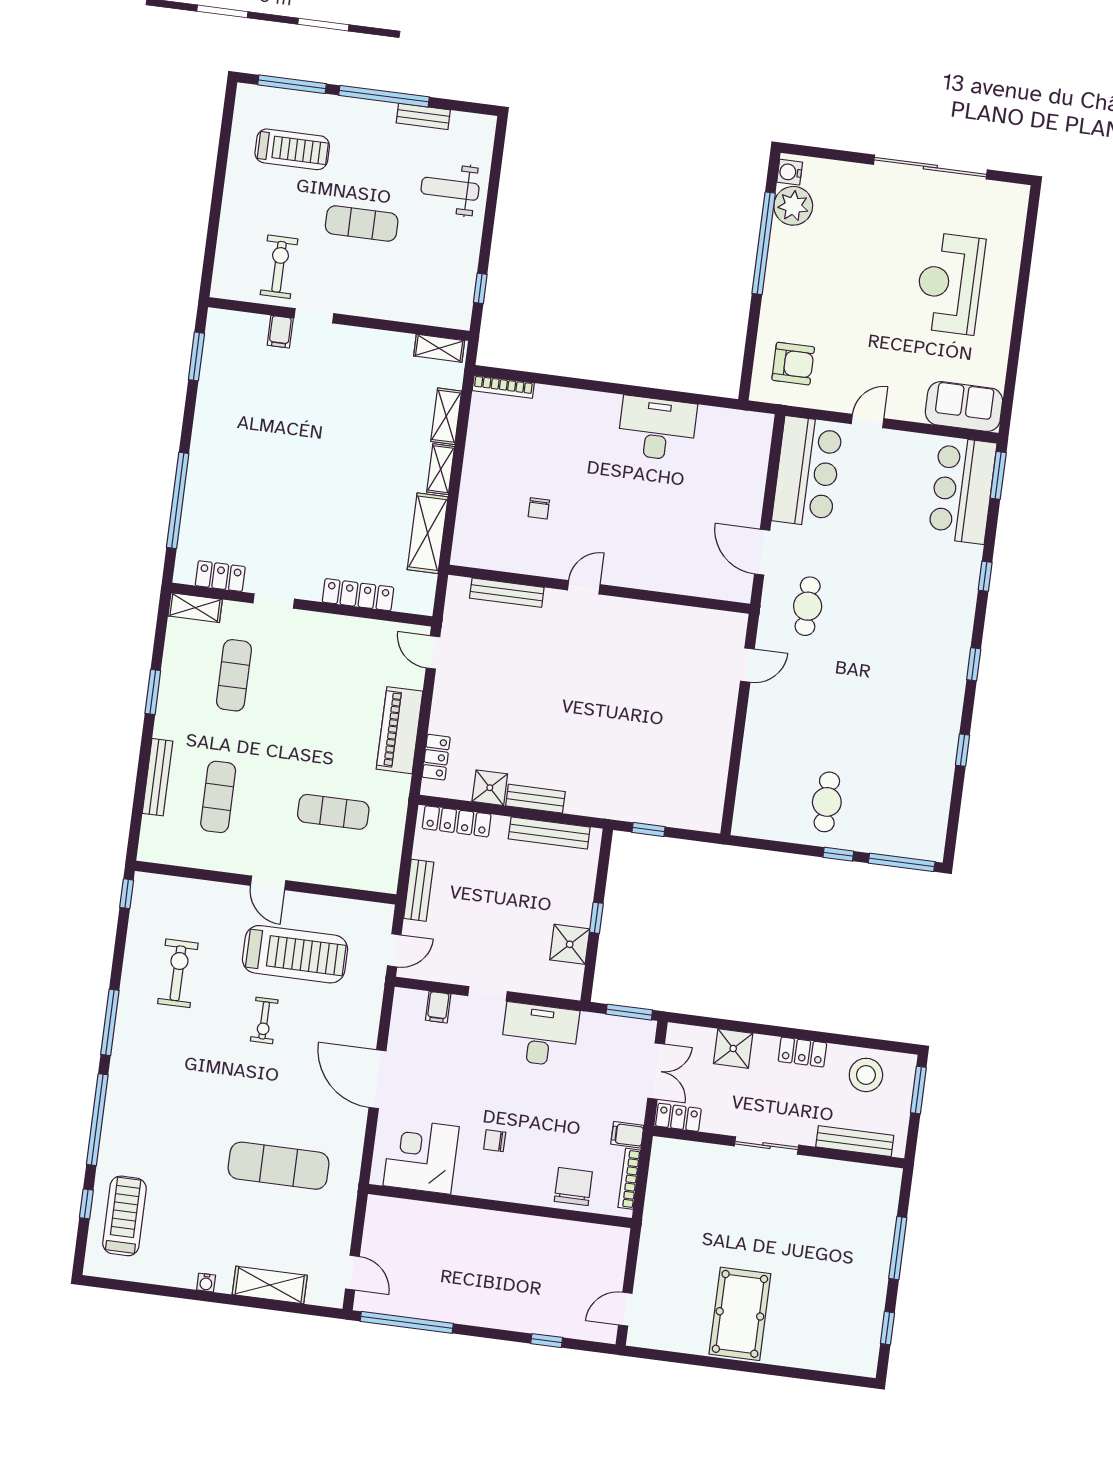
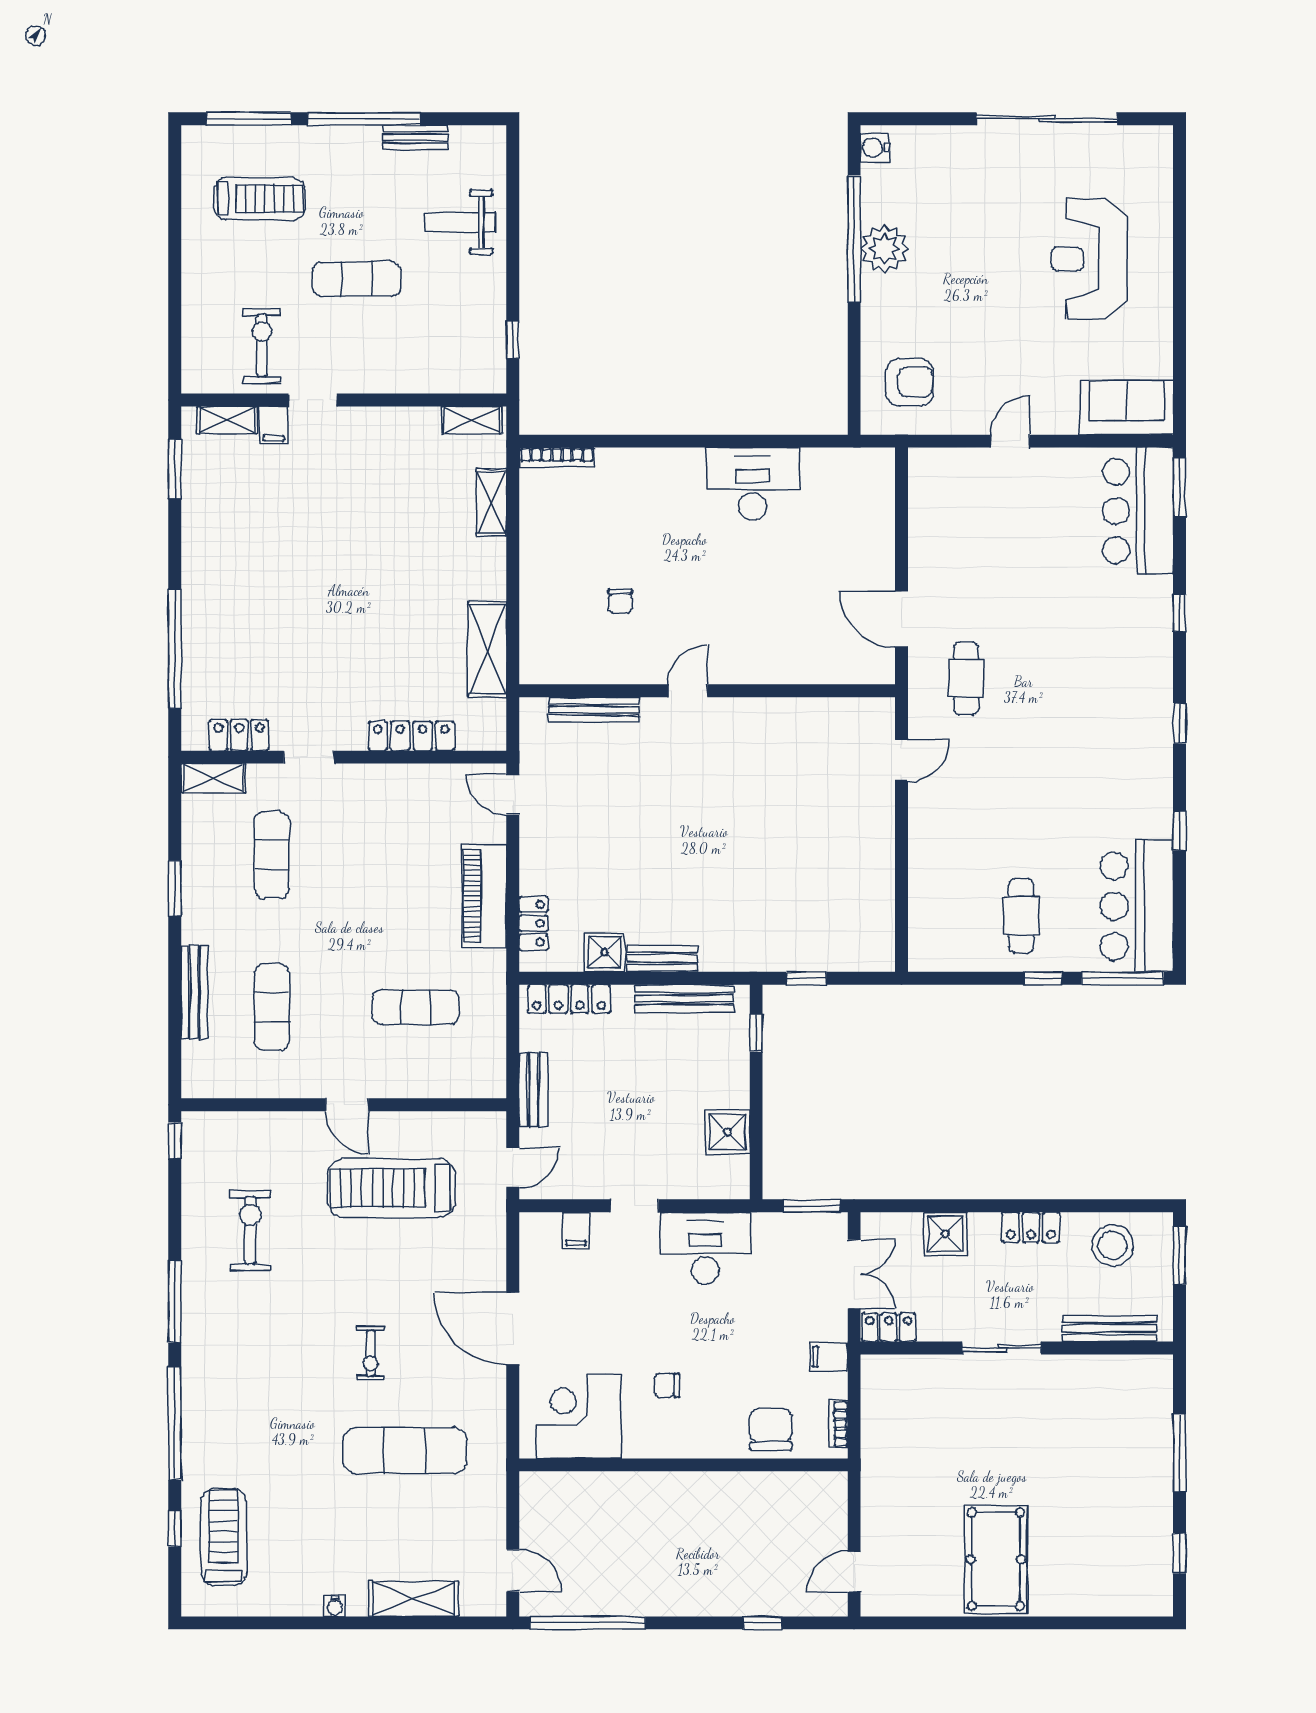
plant: (793, 206) -> (884, 248), moved
shelving: (441, 469) -> (227, 420), moved, turned 90
bar counter: (807, 472) -> (1137, 906), moved, turned 180
window: (596, 918) -> (756, 1033), moved
treadmill: (295, 954) -> (391, 1188), turned 180
exercise bike: (264, 1020) -> (370, 1353), moved
bookcase: (629, 1179) -> (838, 1424), width x0.64

